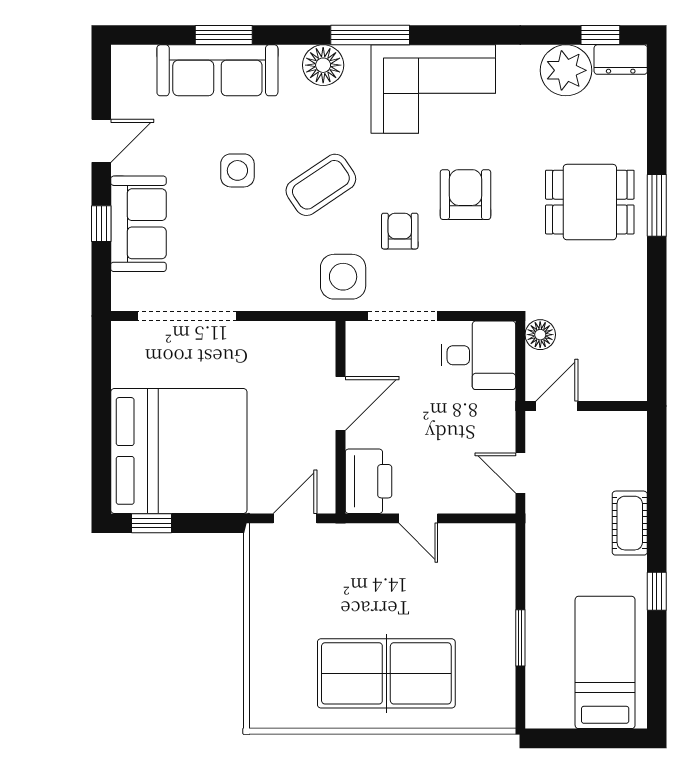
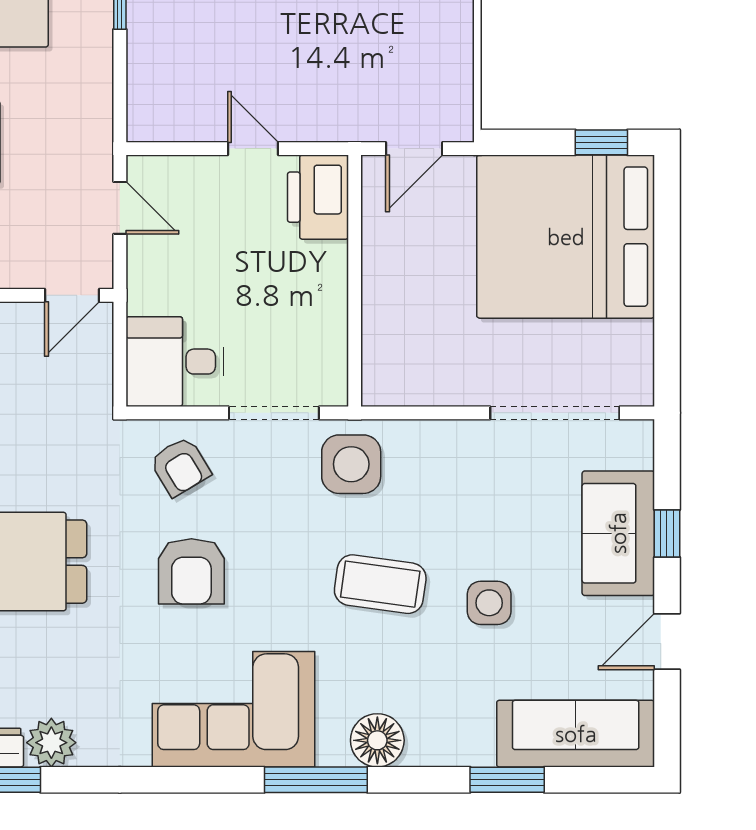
sofa: (217, 70) -> (576, 734), moved
plant: (566, 70) -> (51, 743), width x0.73, depth x0.73
coffee table: (321, 185) -> (380, 584), turned 42
armchair: (400, 231) -> (180, 466), moved, turned -31
floor lamp: (540, 335) -> (94, 389), removed
door: (340, 403) -> (355, 299), removed

